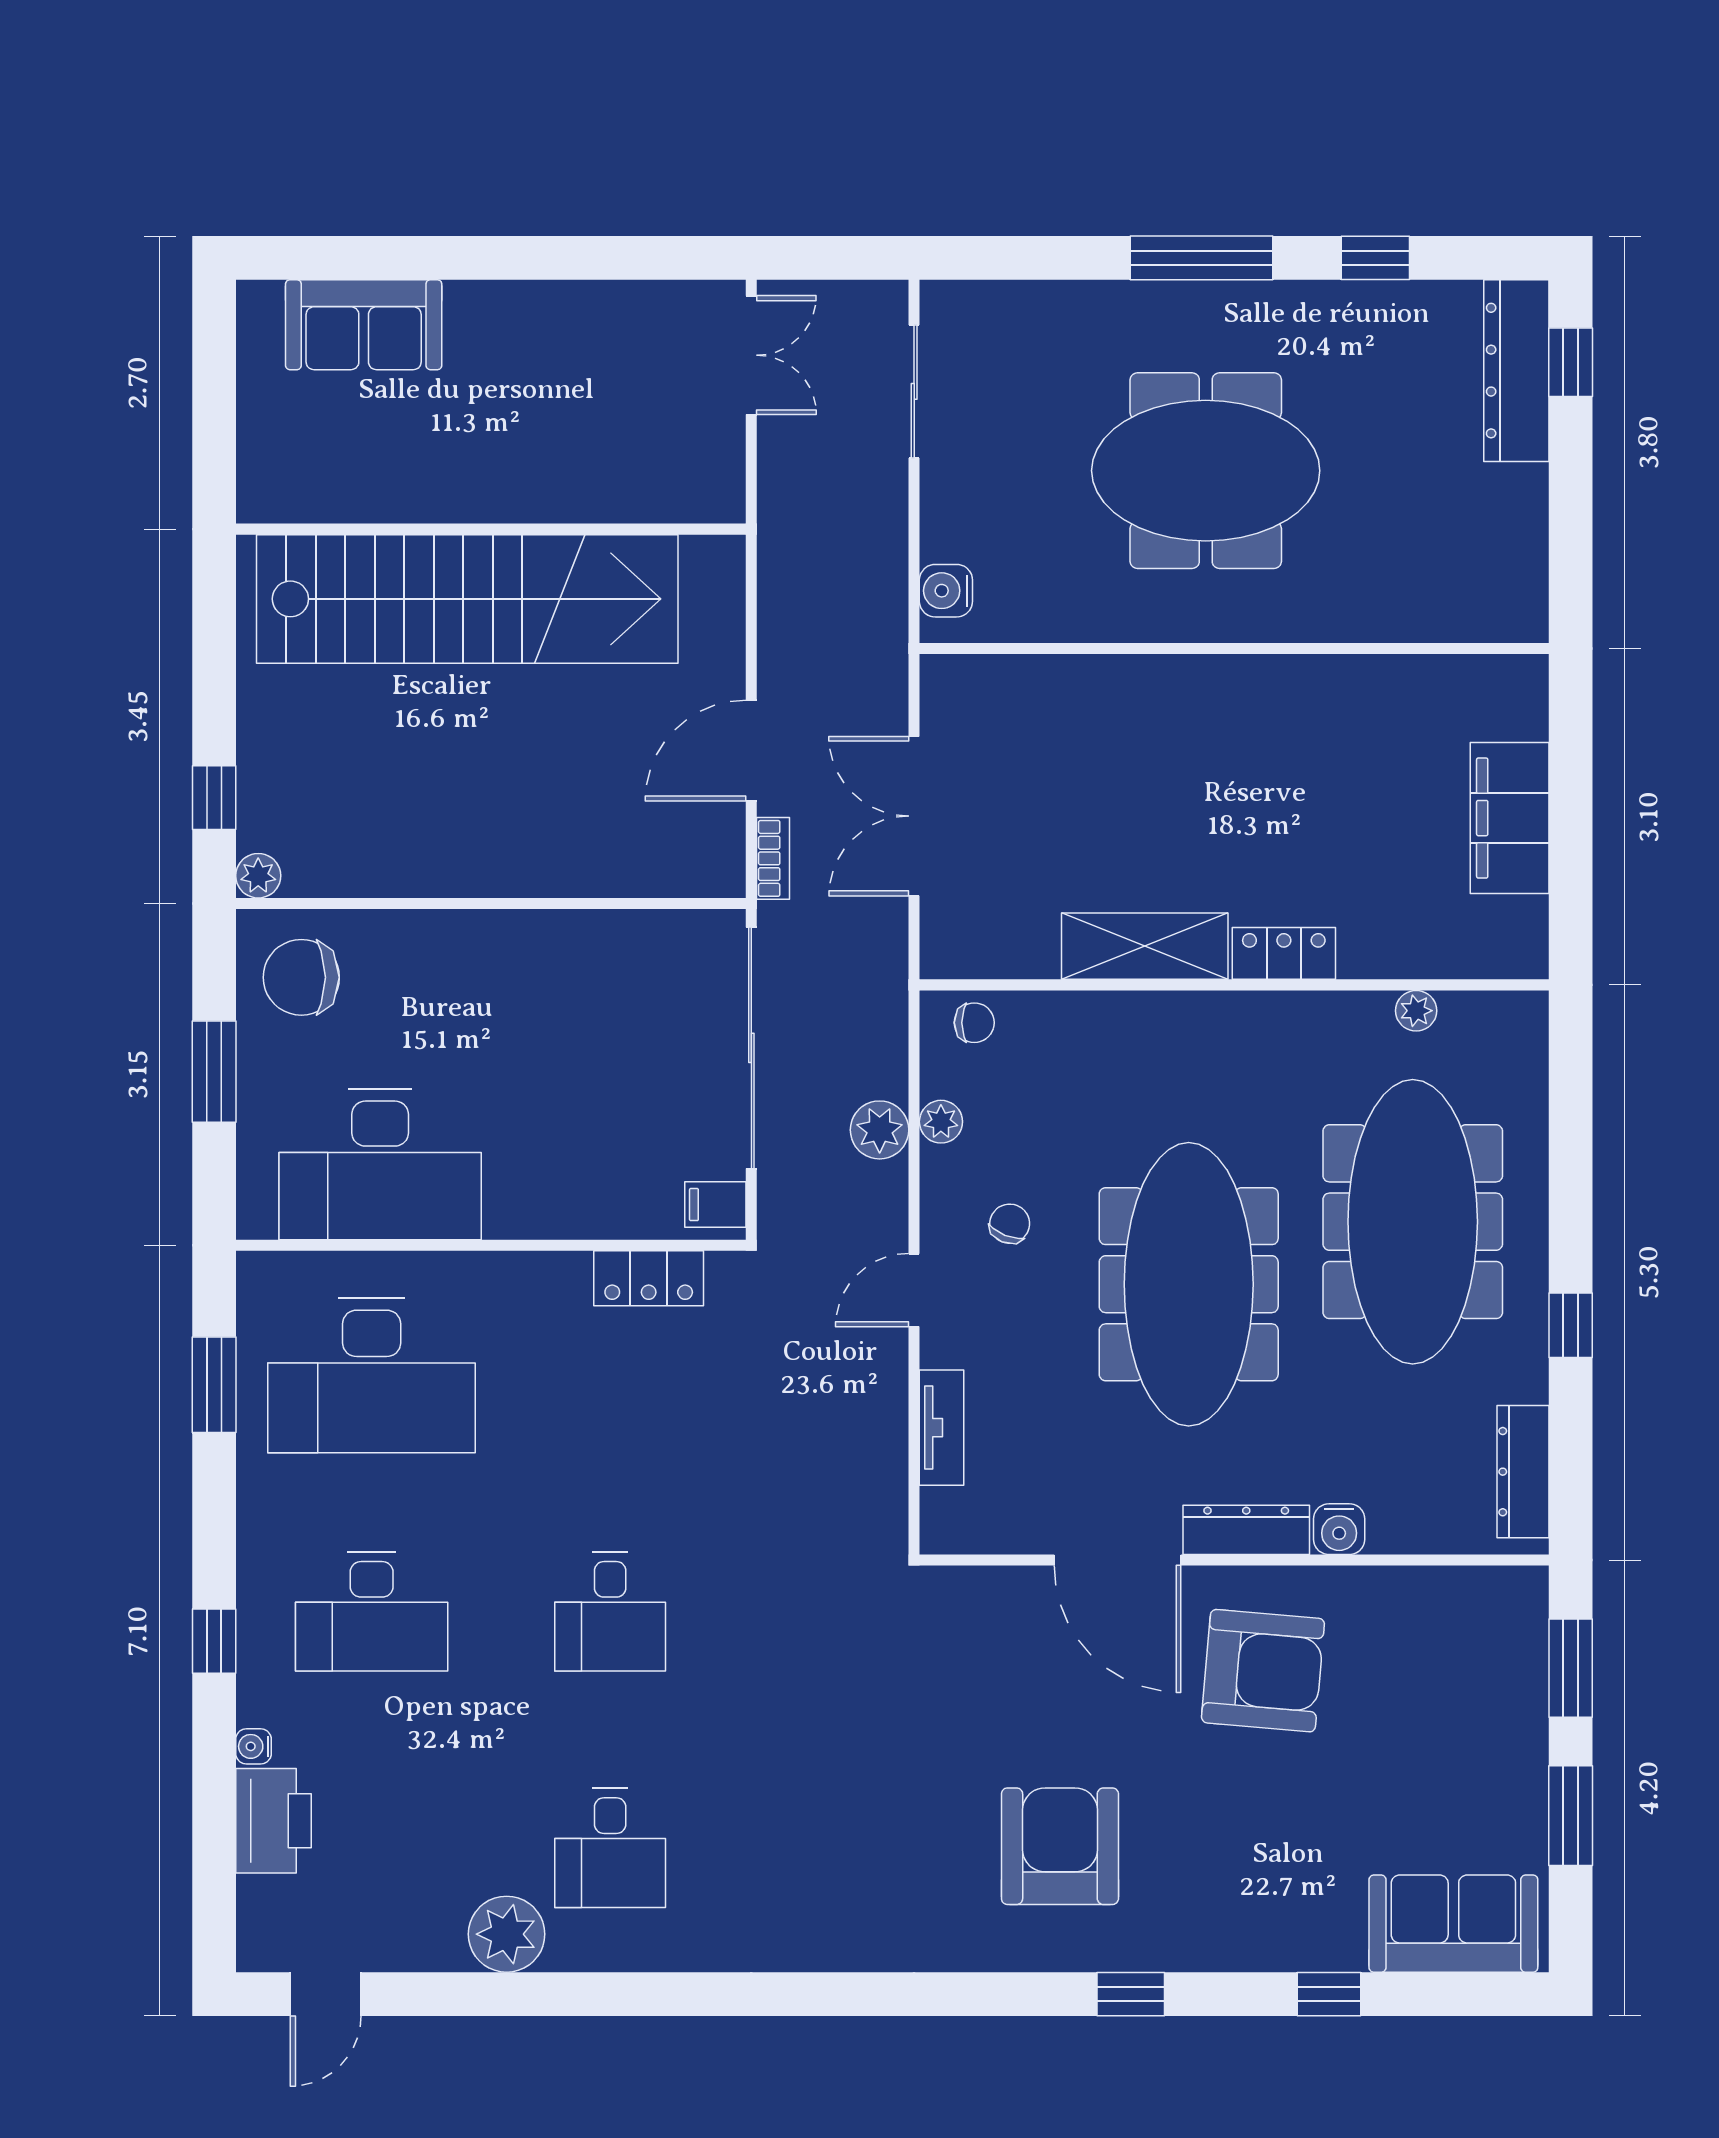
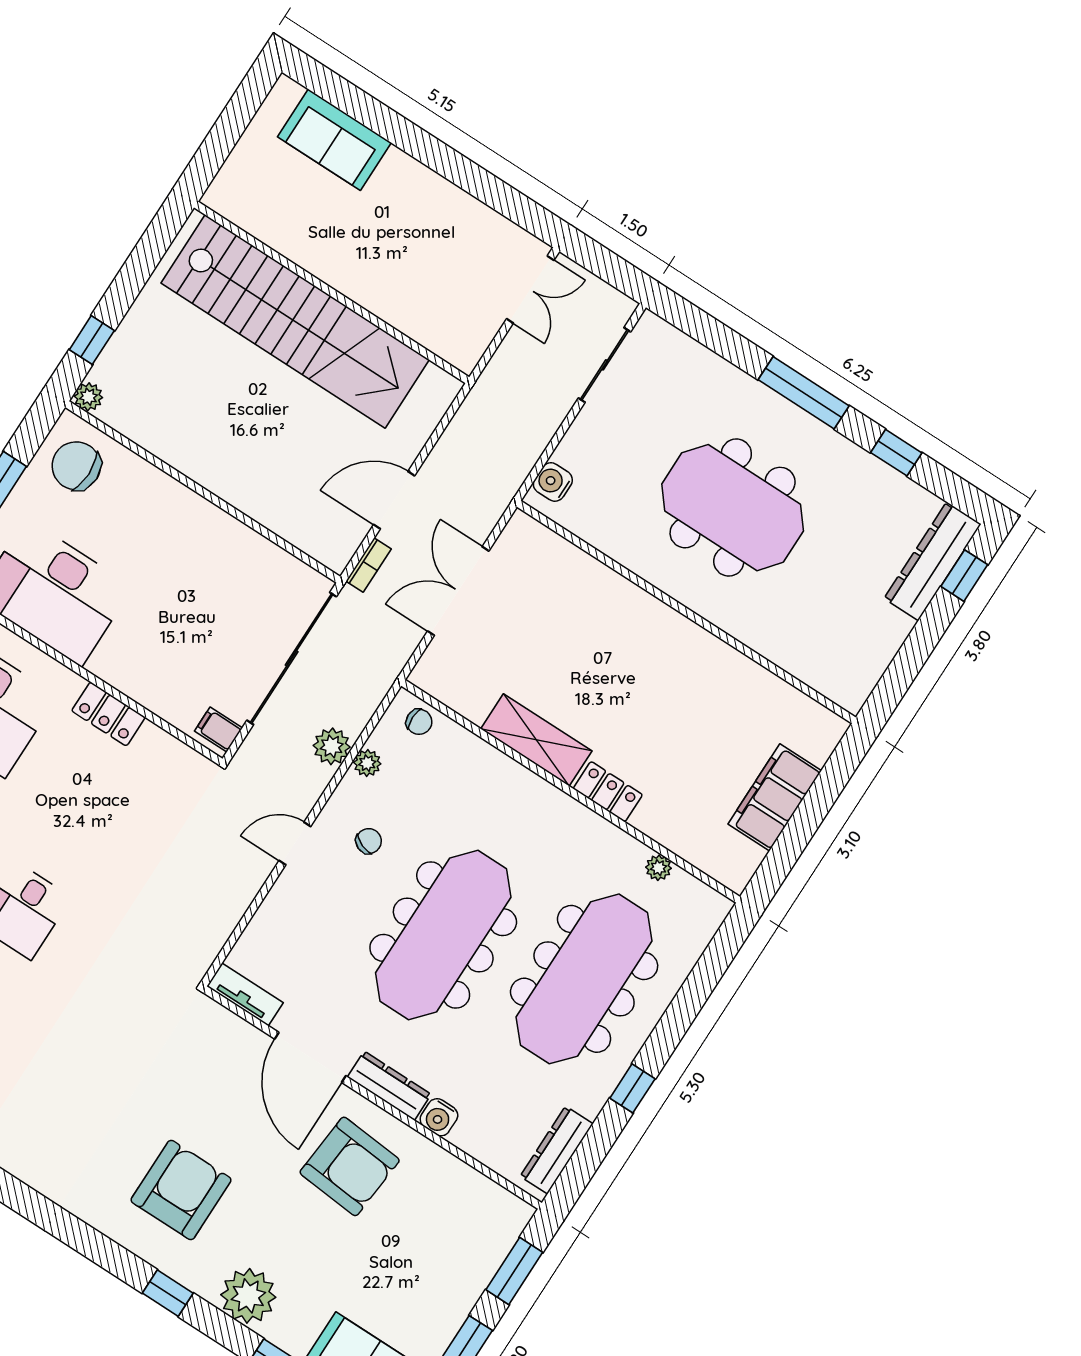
locker: (649, 1278) -> (108, 714), moved
tv unit: (942, 1428) -> (245, 994), moved, turned -90
plant: (1240, 1929) -> (248, 1296), added

